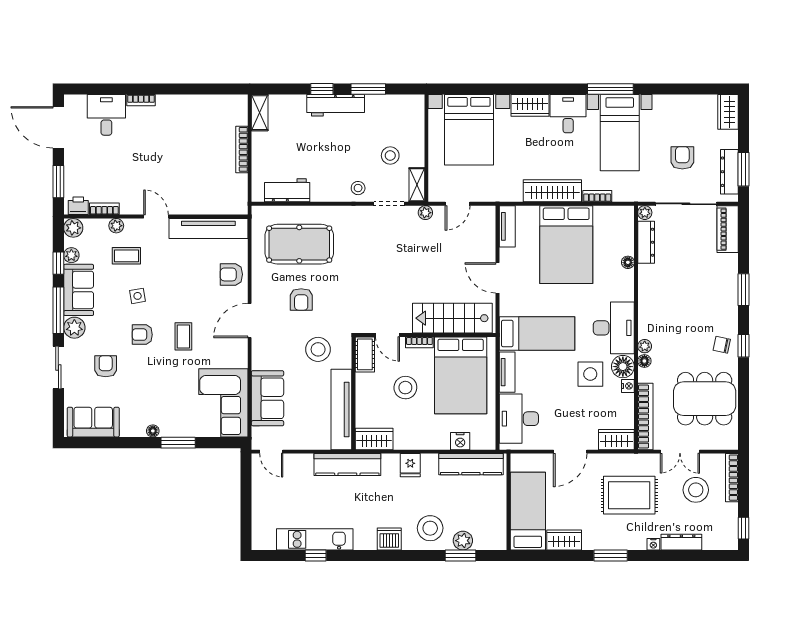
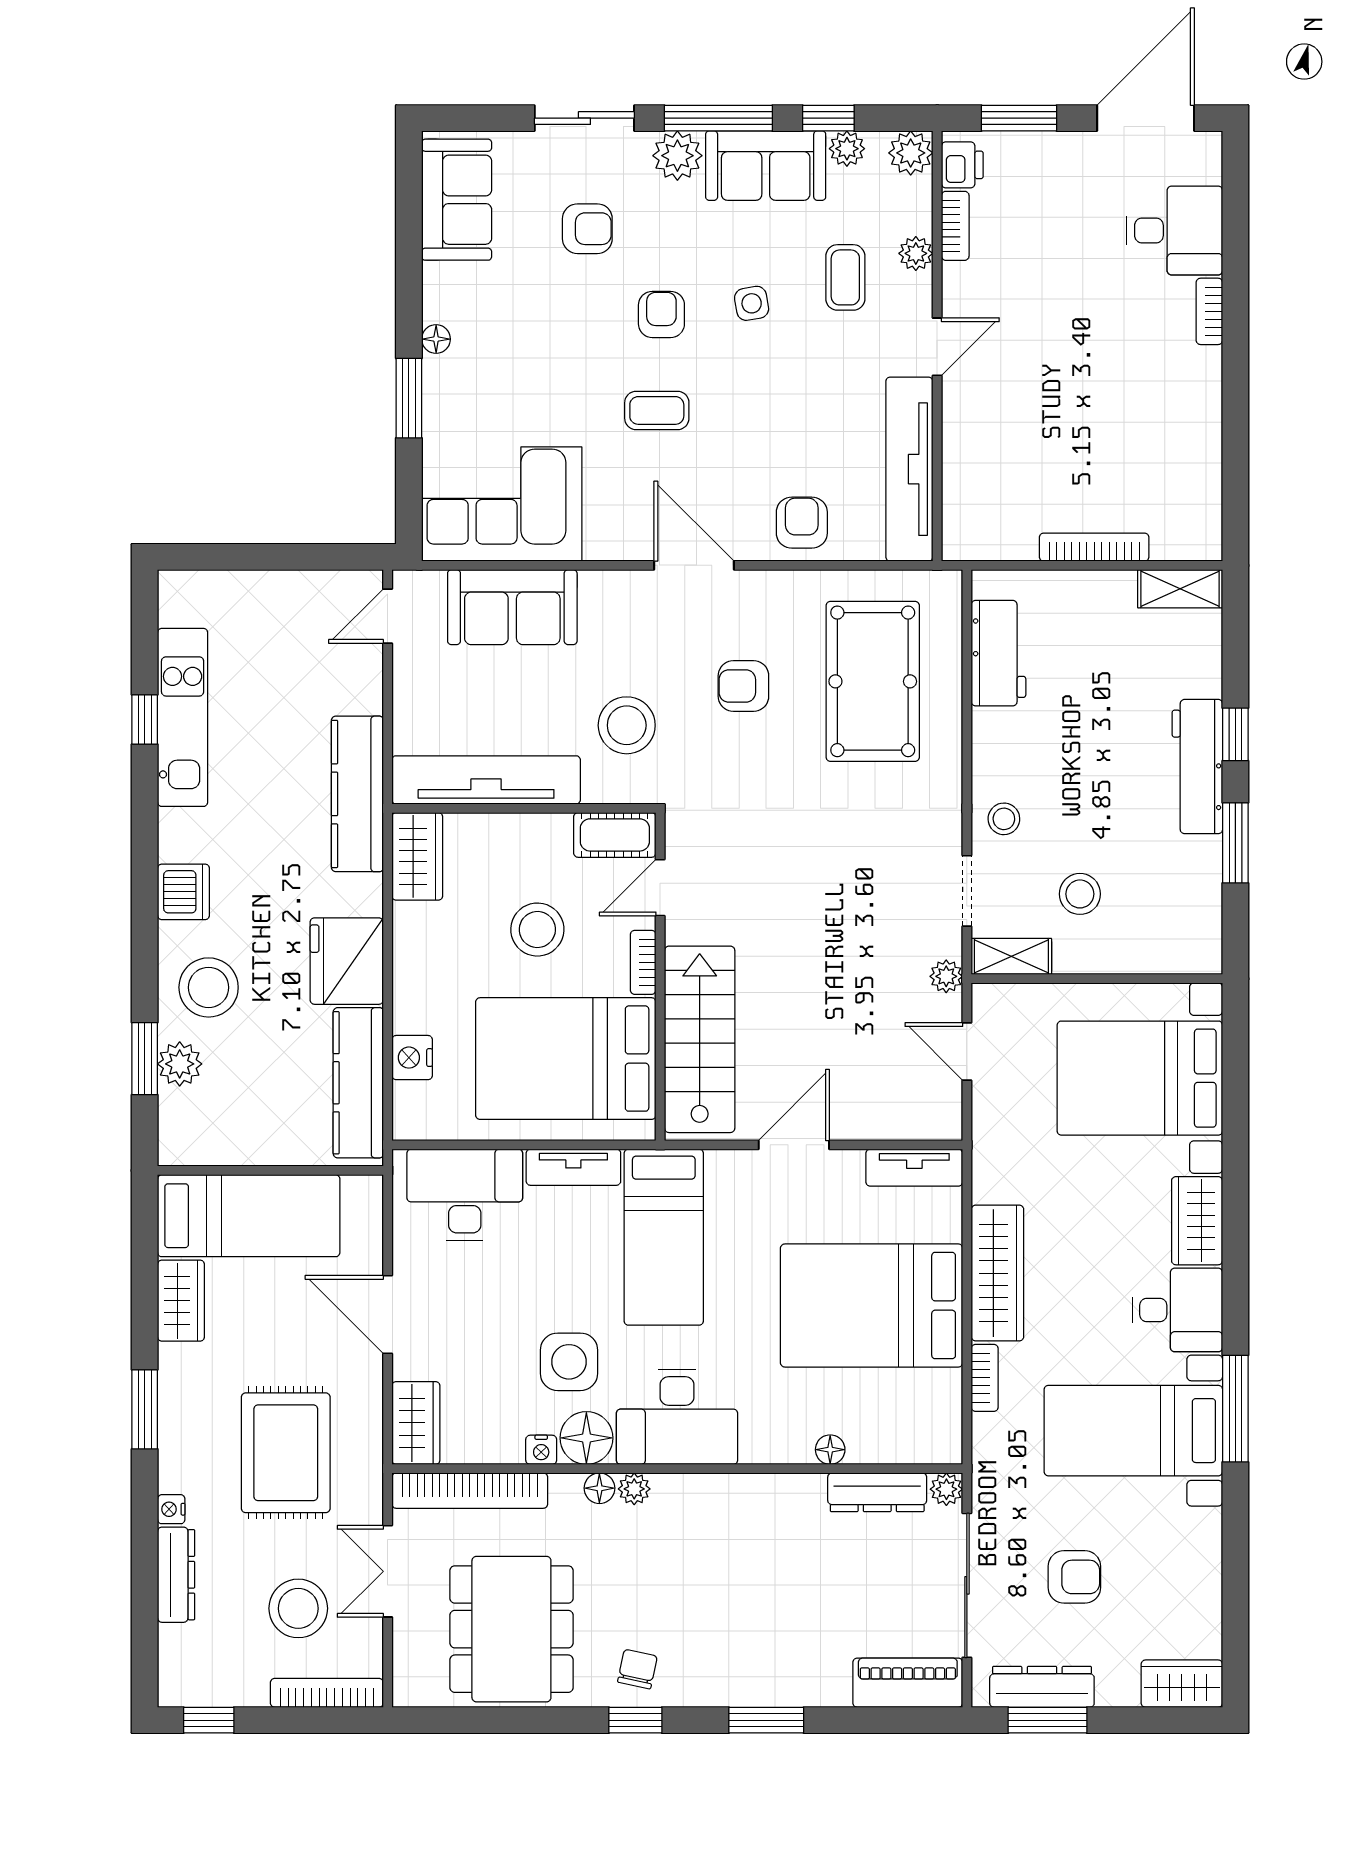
fridge: (410, 465) -> (347, 961), width x1.88, depth x1.34

